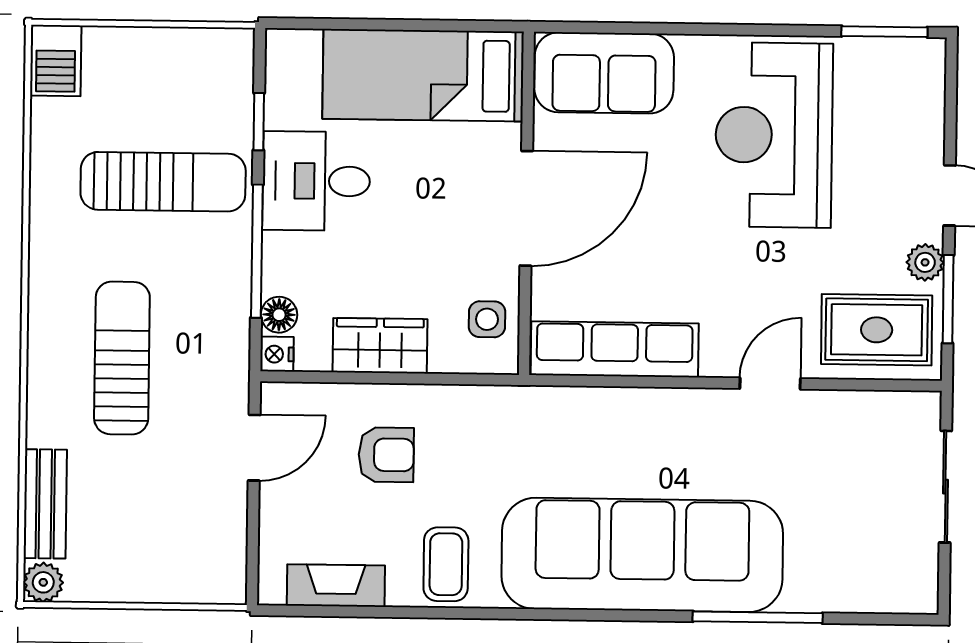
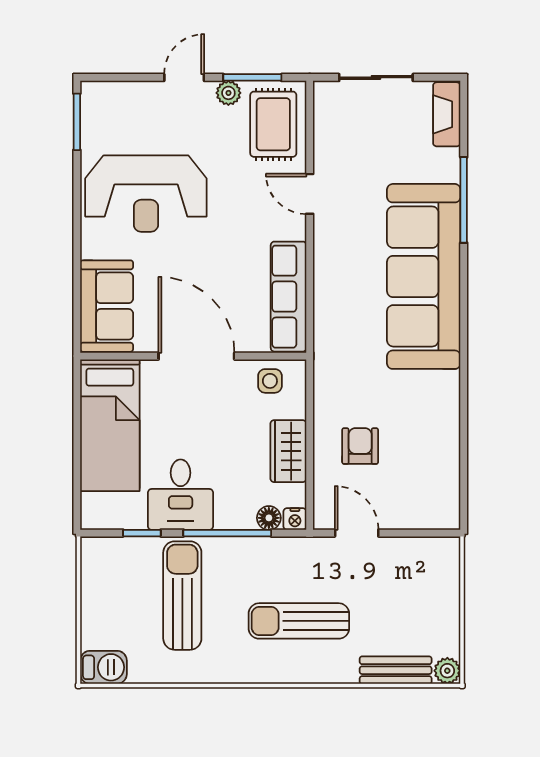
coffee table: (446, 564) -> (432, 406), removed
fireplace: (336, 586) -> (447, 114), moved

